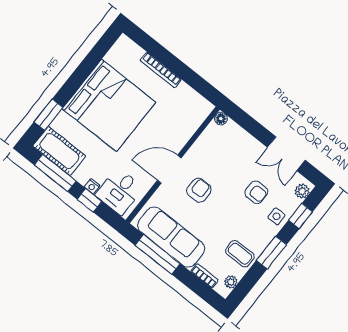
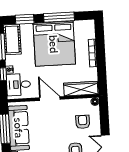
window: (83, 72) -> (59, 17), added
wardrobe: (190, 122) -> (81, 89), added
armchair: (199, 190) -> (83, 122), moved, turned -90

